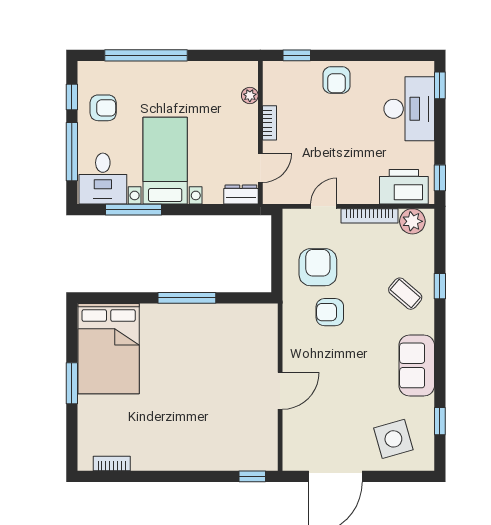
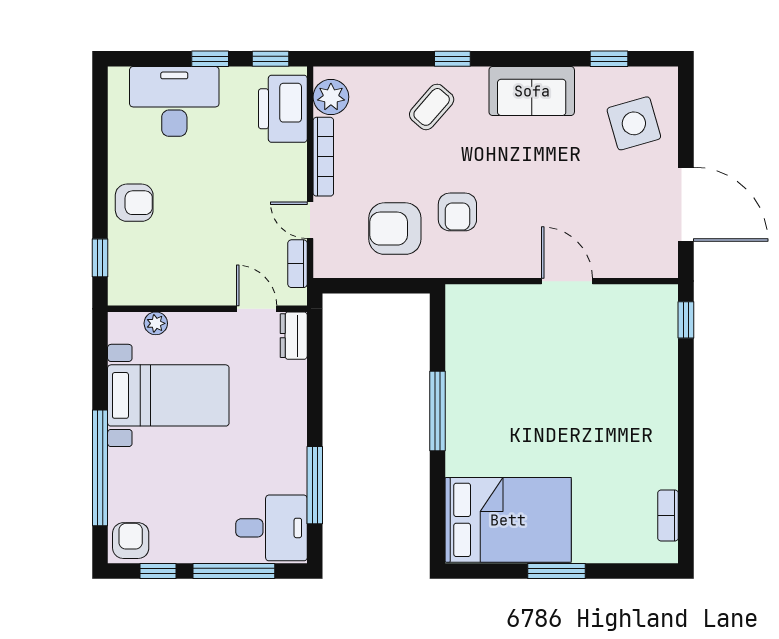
window: (440, 85) -> (210, 59), moved
armchair: (103, 108) -> (131, 541), moved
bookcase: (269, 123) -> (297, 264), moved, turned -90
bed with nightstands: (165, 161) -> (168, 395), moved, turned 180
window: (440, 286) -> (452, 59), moved

